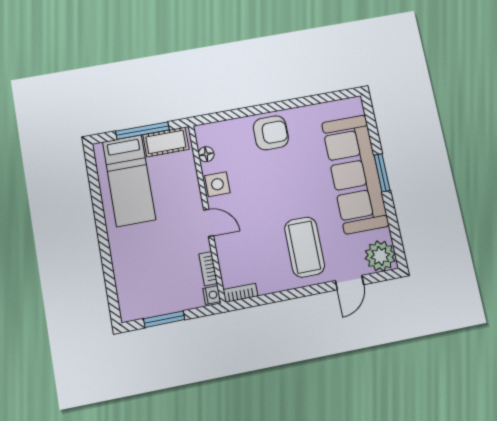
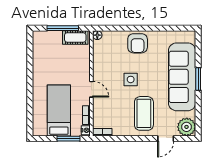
armchair: (271, 133) -> (138, 43), turned 90
floor lamp: (206, 154) -> (97, 35), moved
bed: (129, 181) -> (59, 110), moved, turned 180
side table: (217, 184) -> (131, 79), moved
window: (164, 319) -> (68, 139), moved

